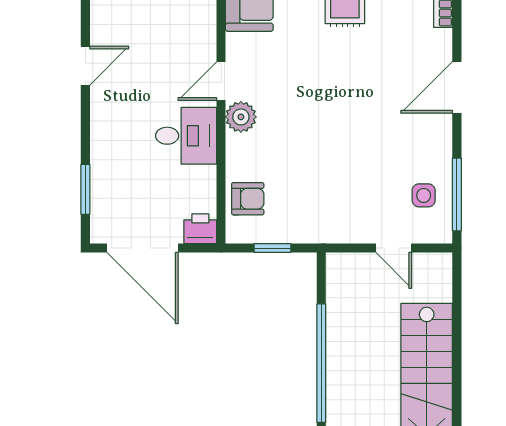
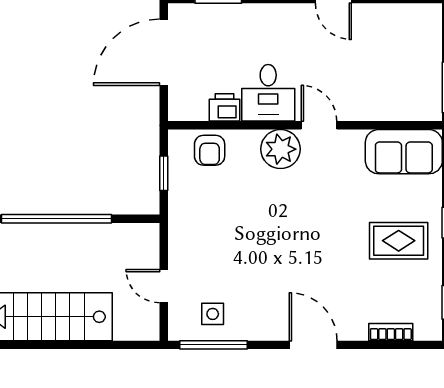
plant: (241, 117) -> (280, 149), width x1.36, depth x1.36
printer: (200, 229) -> (224, 107), moved, turned -90
door: (394, 248) -> (164, 286), hinge flipped

